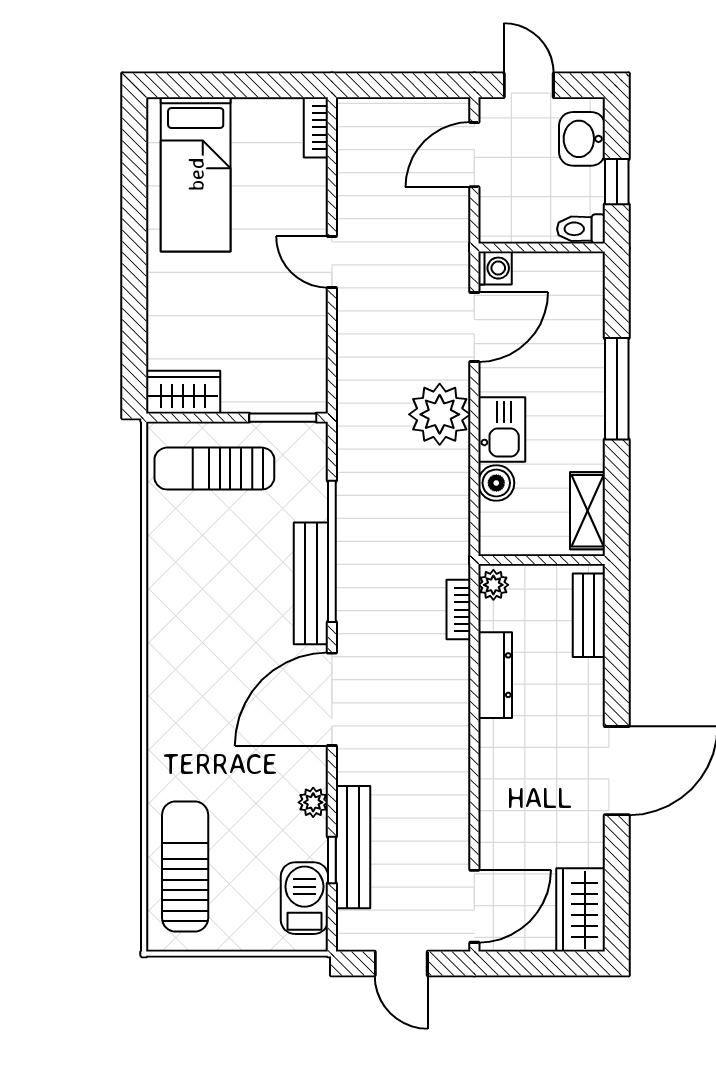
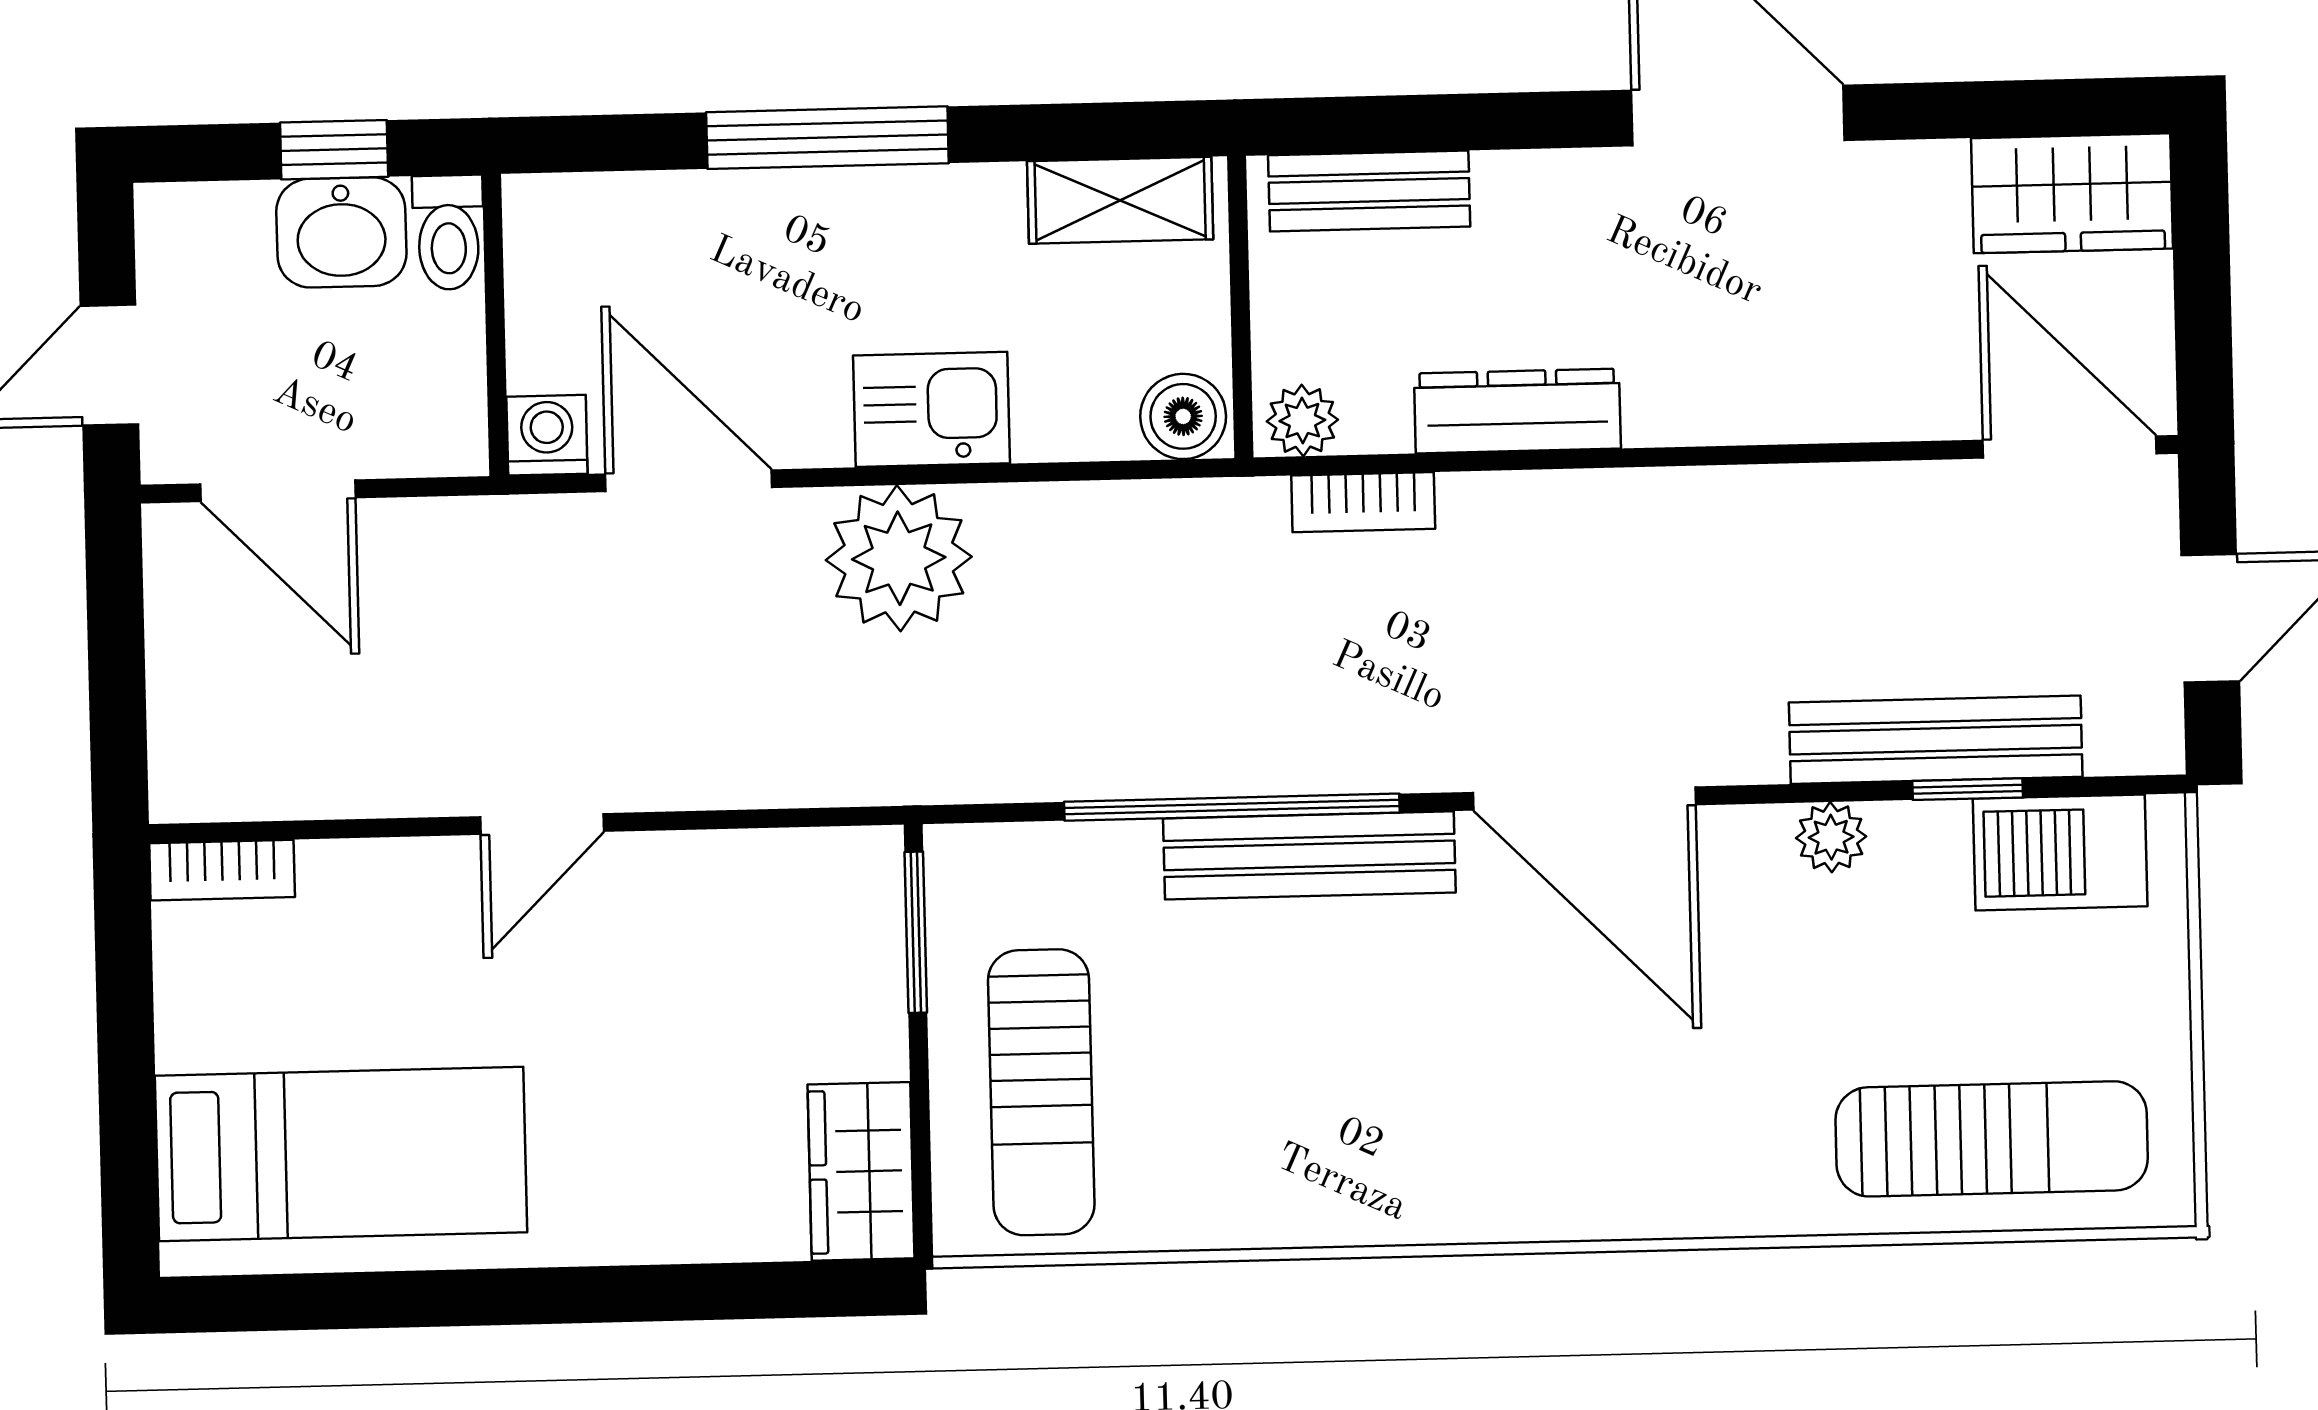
washbasin: (582, 139) -> (341, 232), moved
boiler: (496, 483) -> (1183, 416), moved
sun lounger: (185, 867) -> (1992, 1139), turned 180

